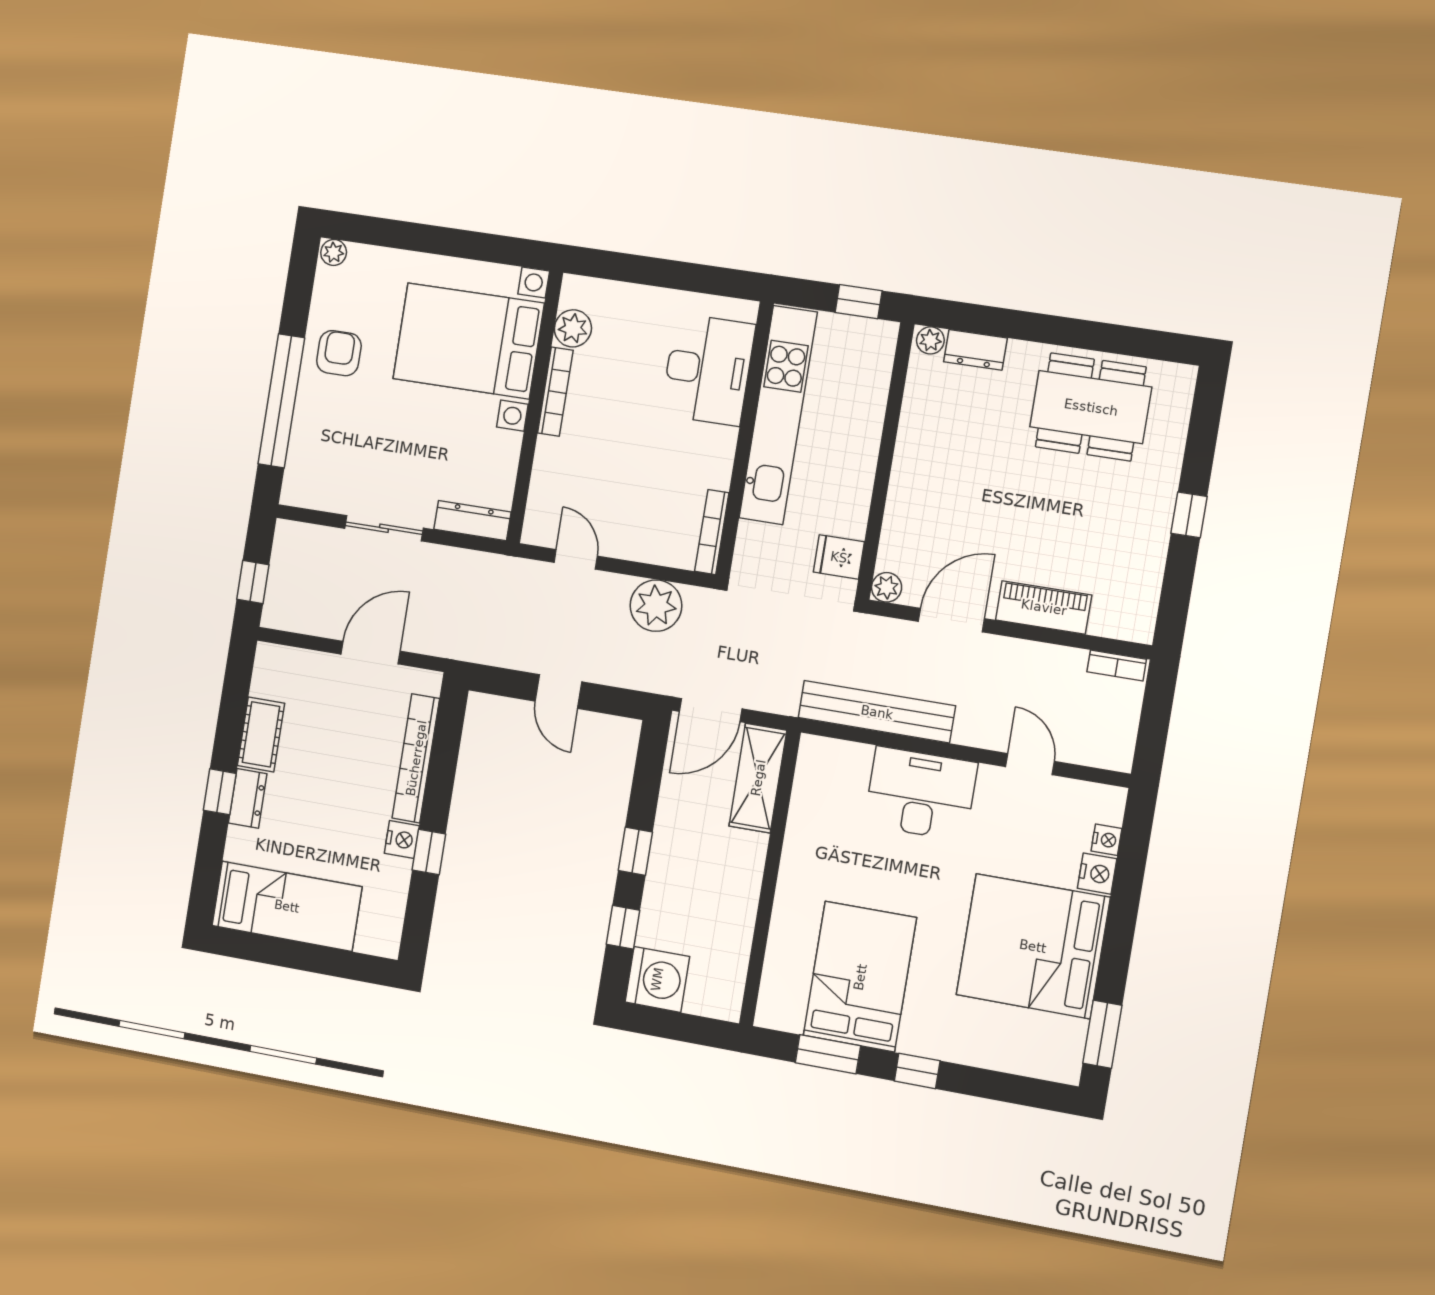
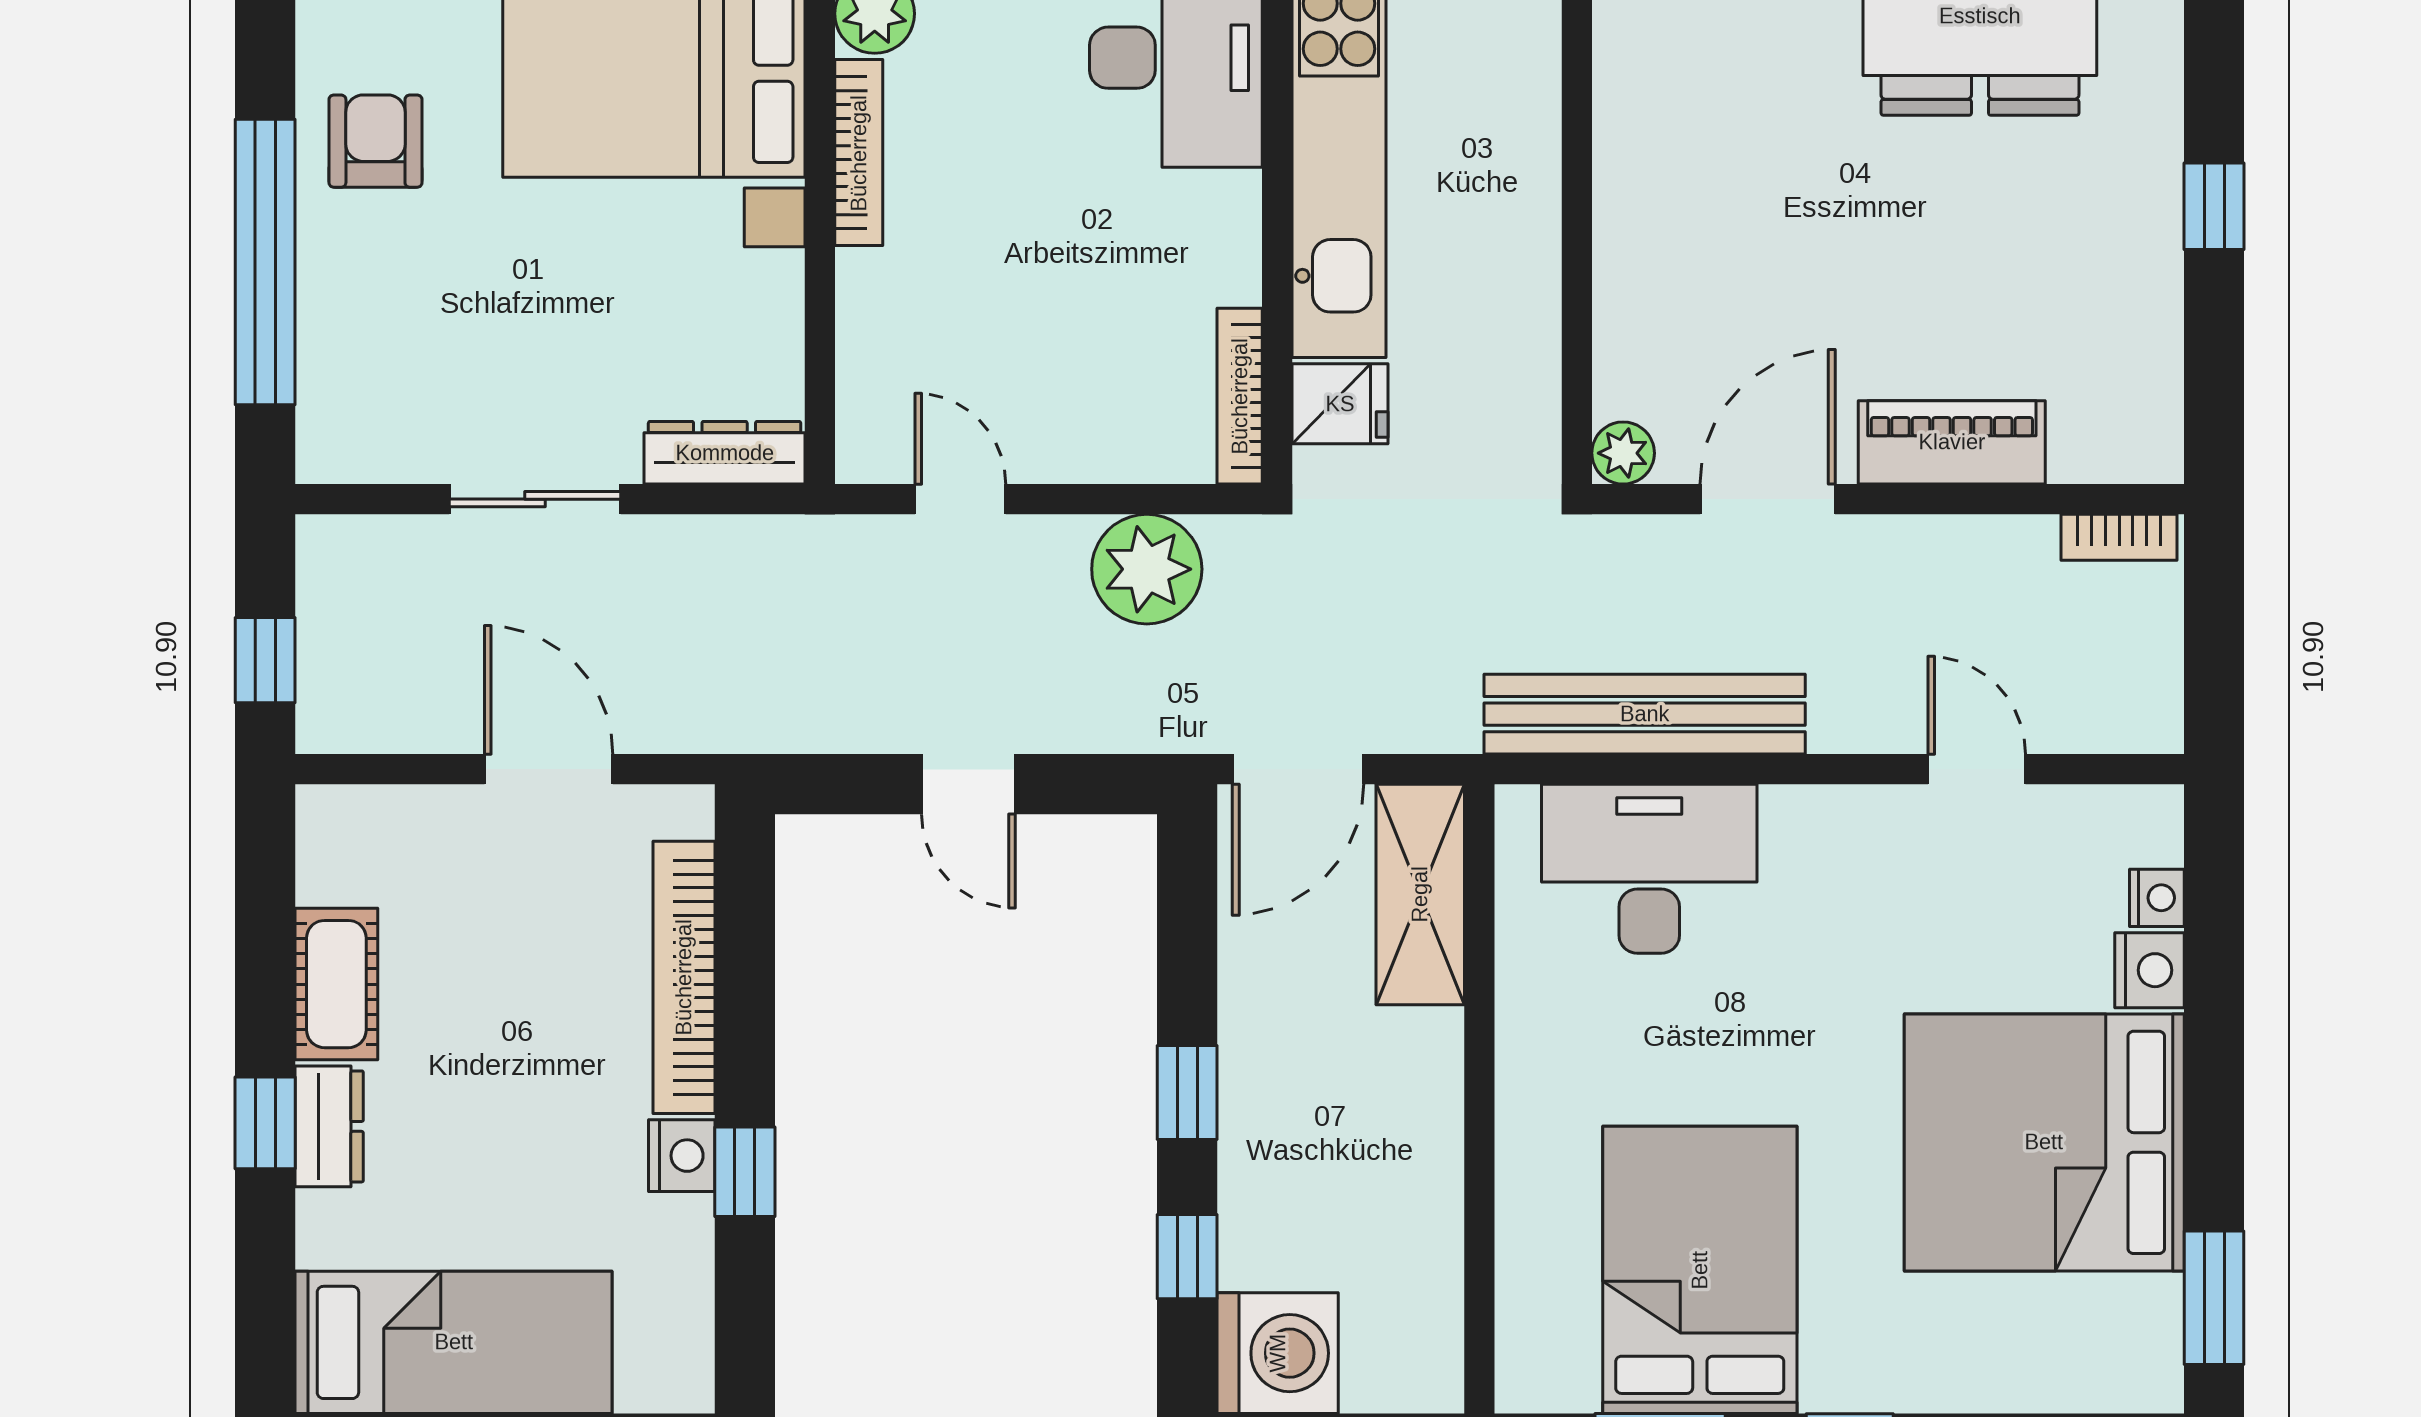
fridge: (839, 557) -> (1340, 404), moved, turned 180
door: (371, 653) -> (549, 769), hinge flipped
desk: (921, 794) -> (1649, 869), moved

